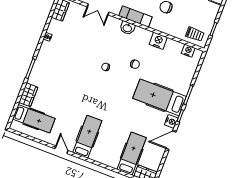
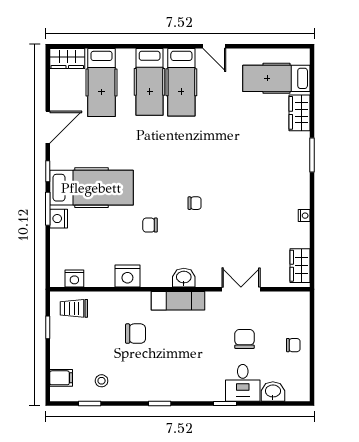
nightstand: (171, 121) -> (59, 219), moved
hospital bed: (105, 144) -> (150, 82), added

